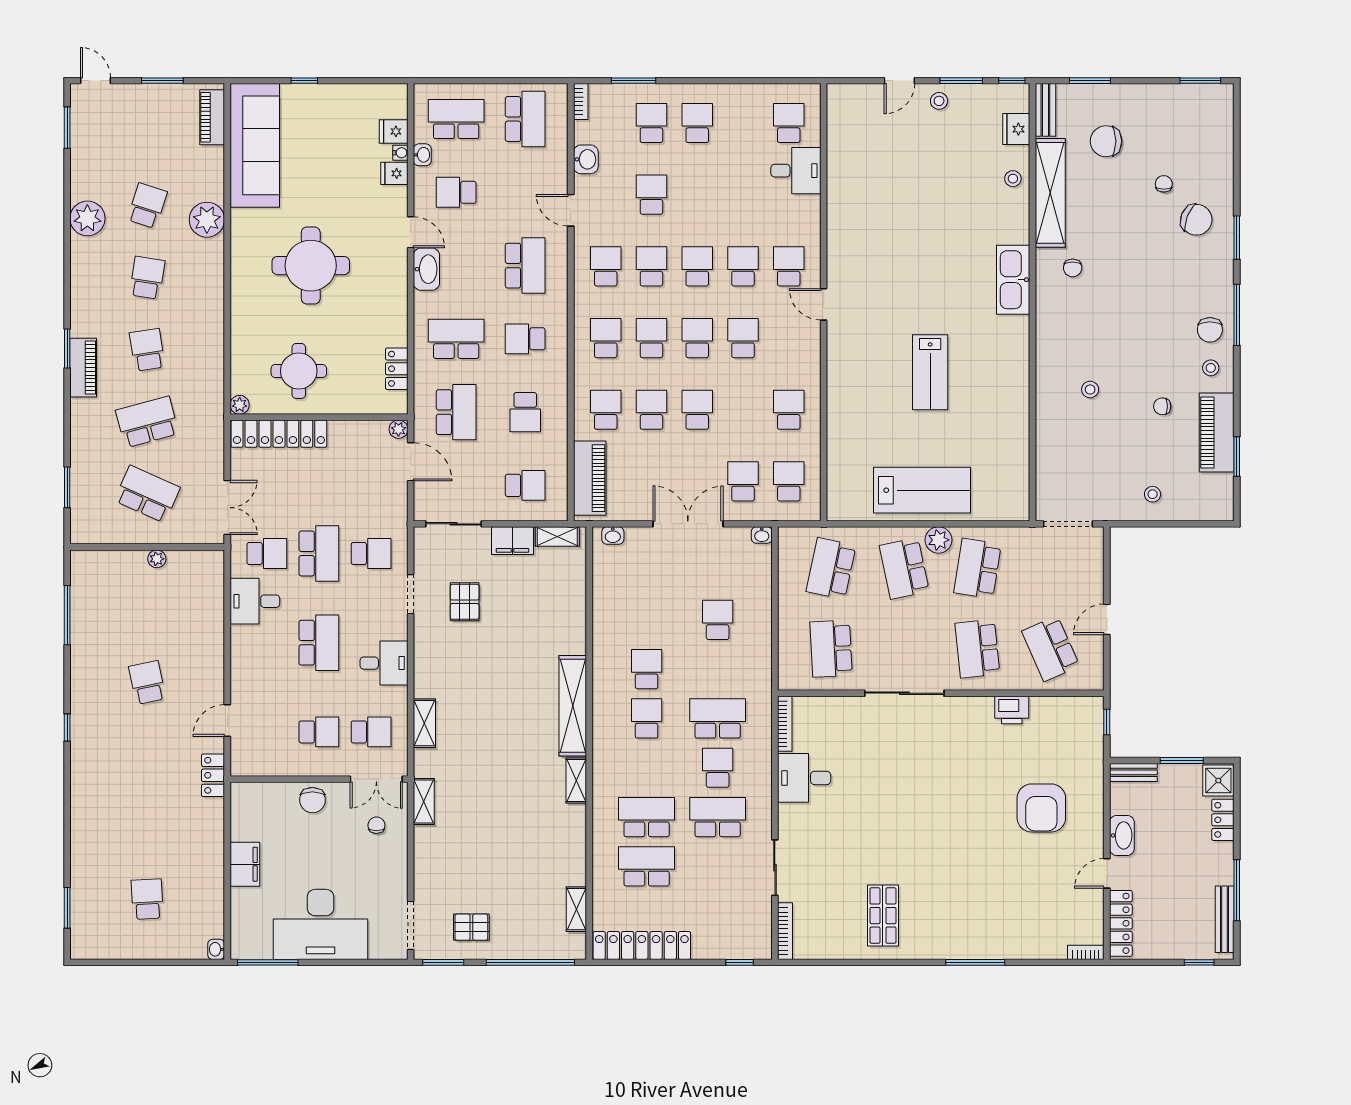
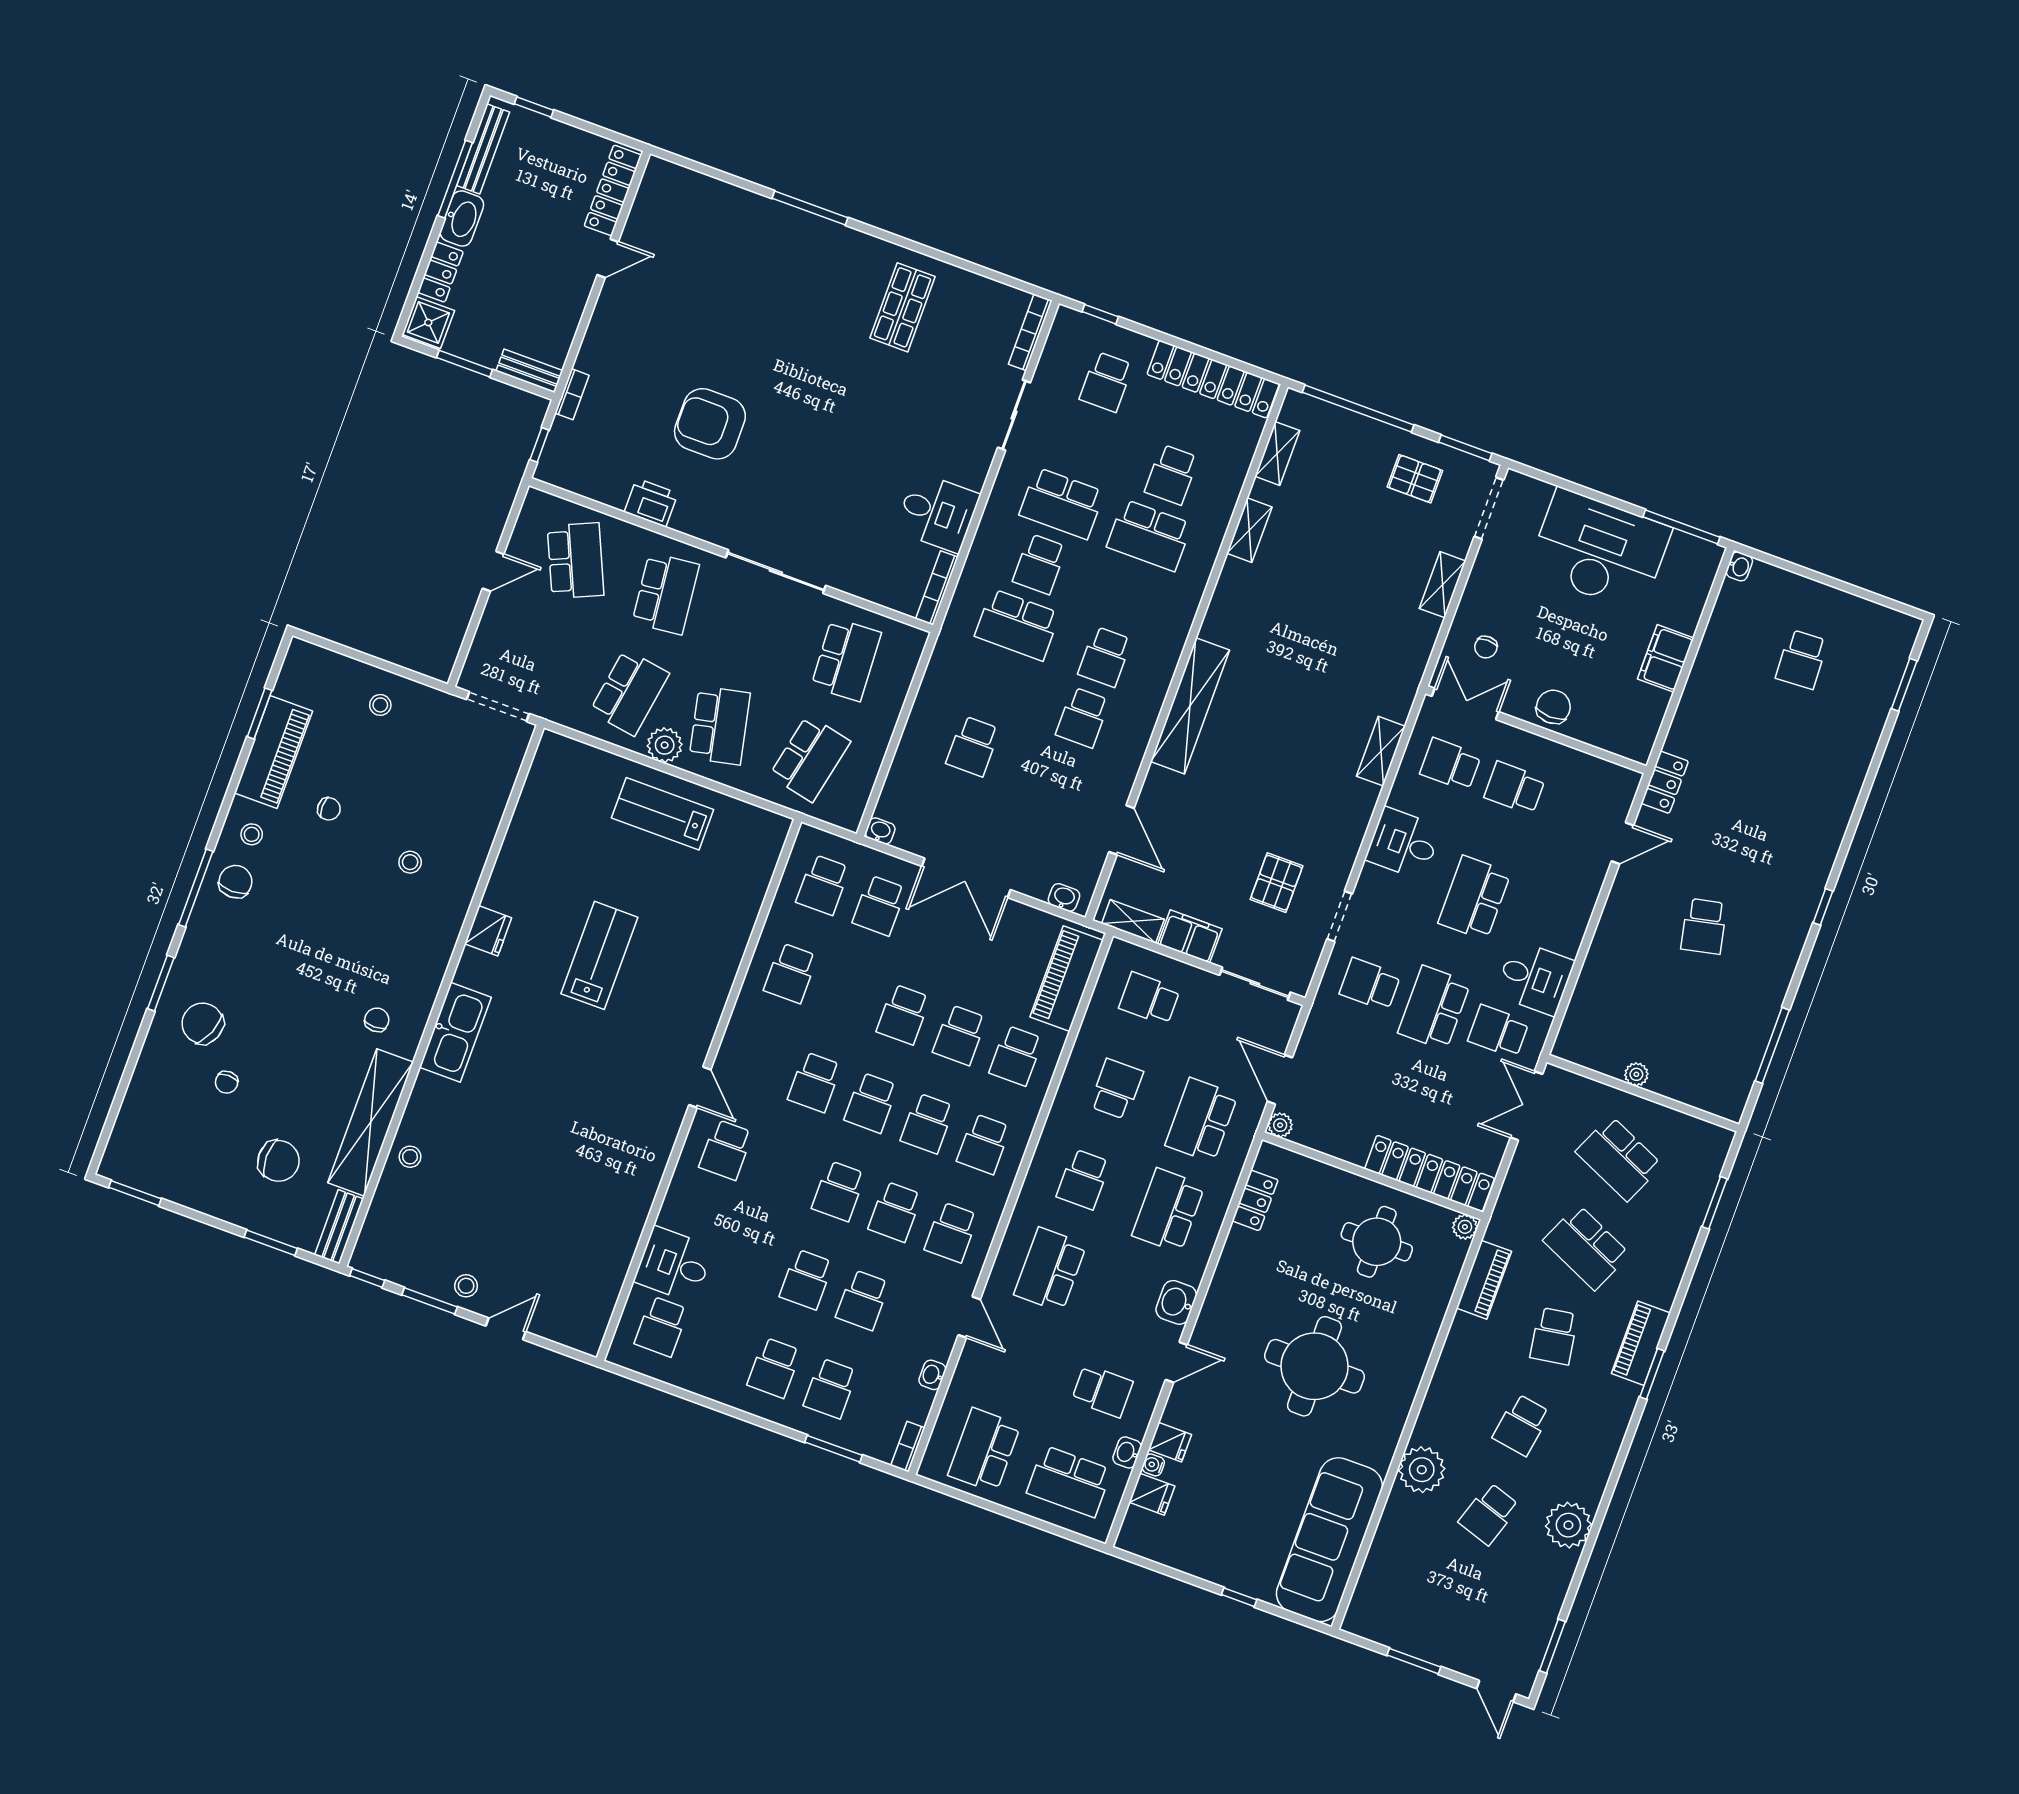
piano: (212, 117) -> (1484, 1280), moved
fridge: (1016, 129) -> (488, 931), moved
washbasin: (586, 159) -> (932, 1375), width x0.72, depth x0.69
door: (411, 232) -> (1176, 1362), swing flipped
school desk: (743, 266) -> (806, 1279), moved
washbasin: (426, 269) -> (1176, 1302), width x0.72
school desk: (456, 339) -> (1168, 1210), turned 90
school desk: (525, 339) -> (1083, 1179), turned 90
school desk: (147, 422) -> (1586, 1247), turned 39
lab bench: (922, 490) -> (663, 814), width x0.73, depth x0.72
door: (589, 599) -> (1122, 830), added
shelving: (576, 781) -> (1249, 530), moved
shelving: (424, 801) -> (1443, 585), moved
armchair: (1041, 808) -> (710, 424), moved, turned -90
washbasin: (1122, 835) -> (462, 218), moved, turned 180
school desk: (647, 866) -> (1172, 475), width x0.54
school desk: (718, 916) -> (1106, 382), added
bookcase: (1086, 952) -> (572, 394), moved, turned -90

